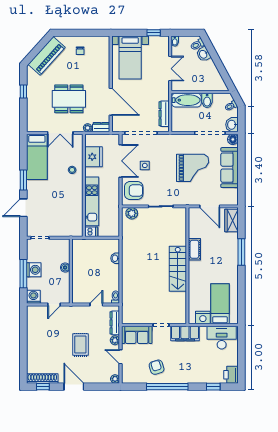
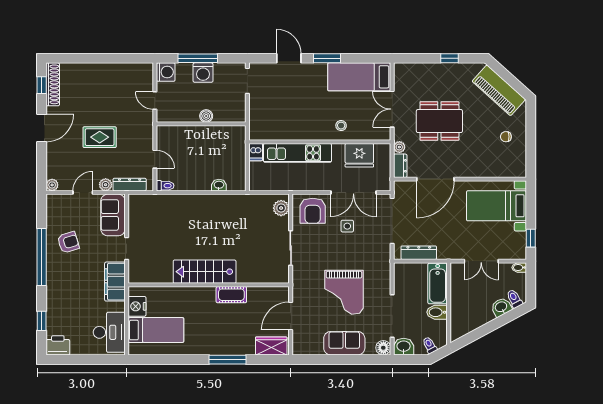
dining table: (69, 99) -> (439, 121), turned 90
sofa: (230, 168) -> (344, 343), width x0.73

